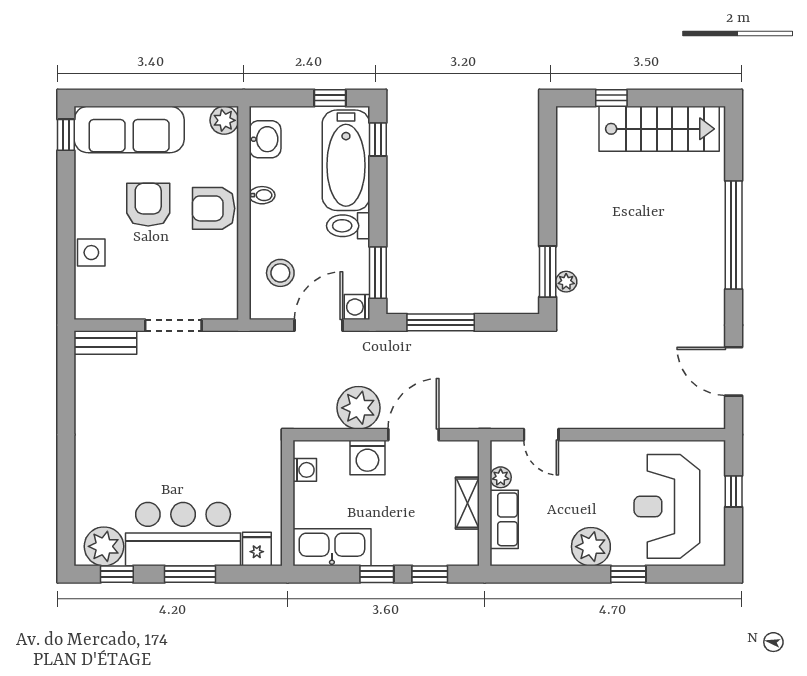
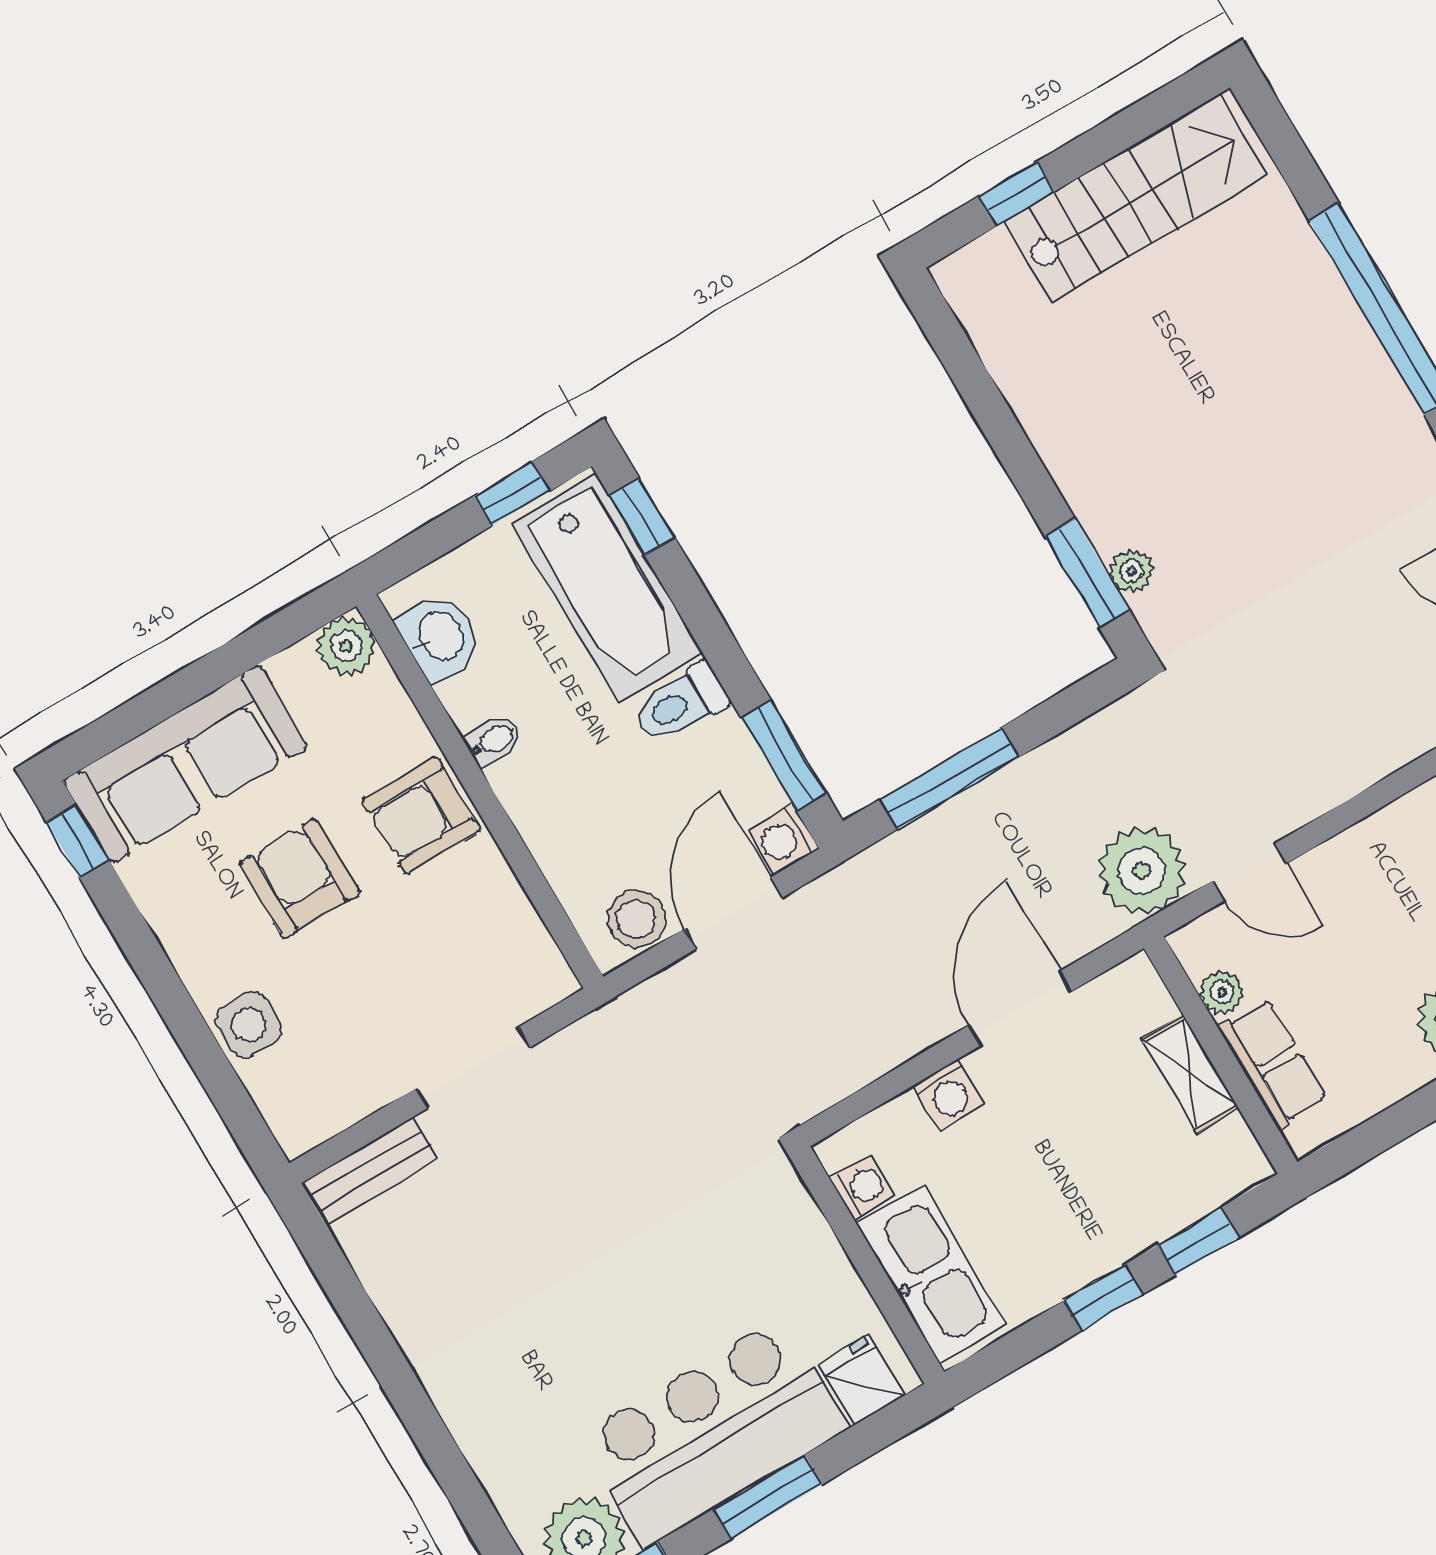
stool: (280, 273) -> (636, 919), moved
plant: (359, 408) -> (1142, 871), moved
washing machine: (367, 457) -> (948, 1095), width x0.73, depth x0.73
kitchen sink: (332, 547) -> (931, 1274), moved, turned 90

